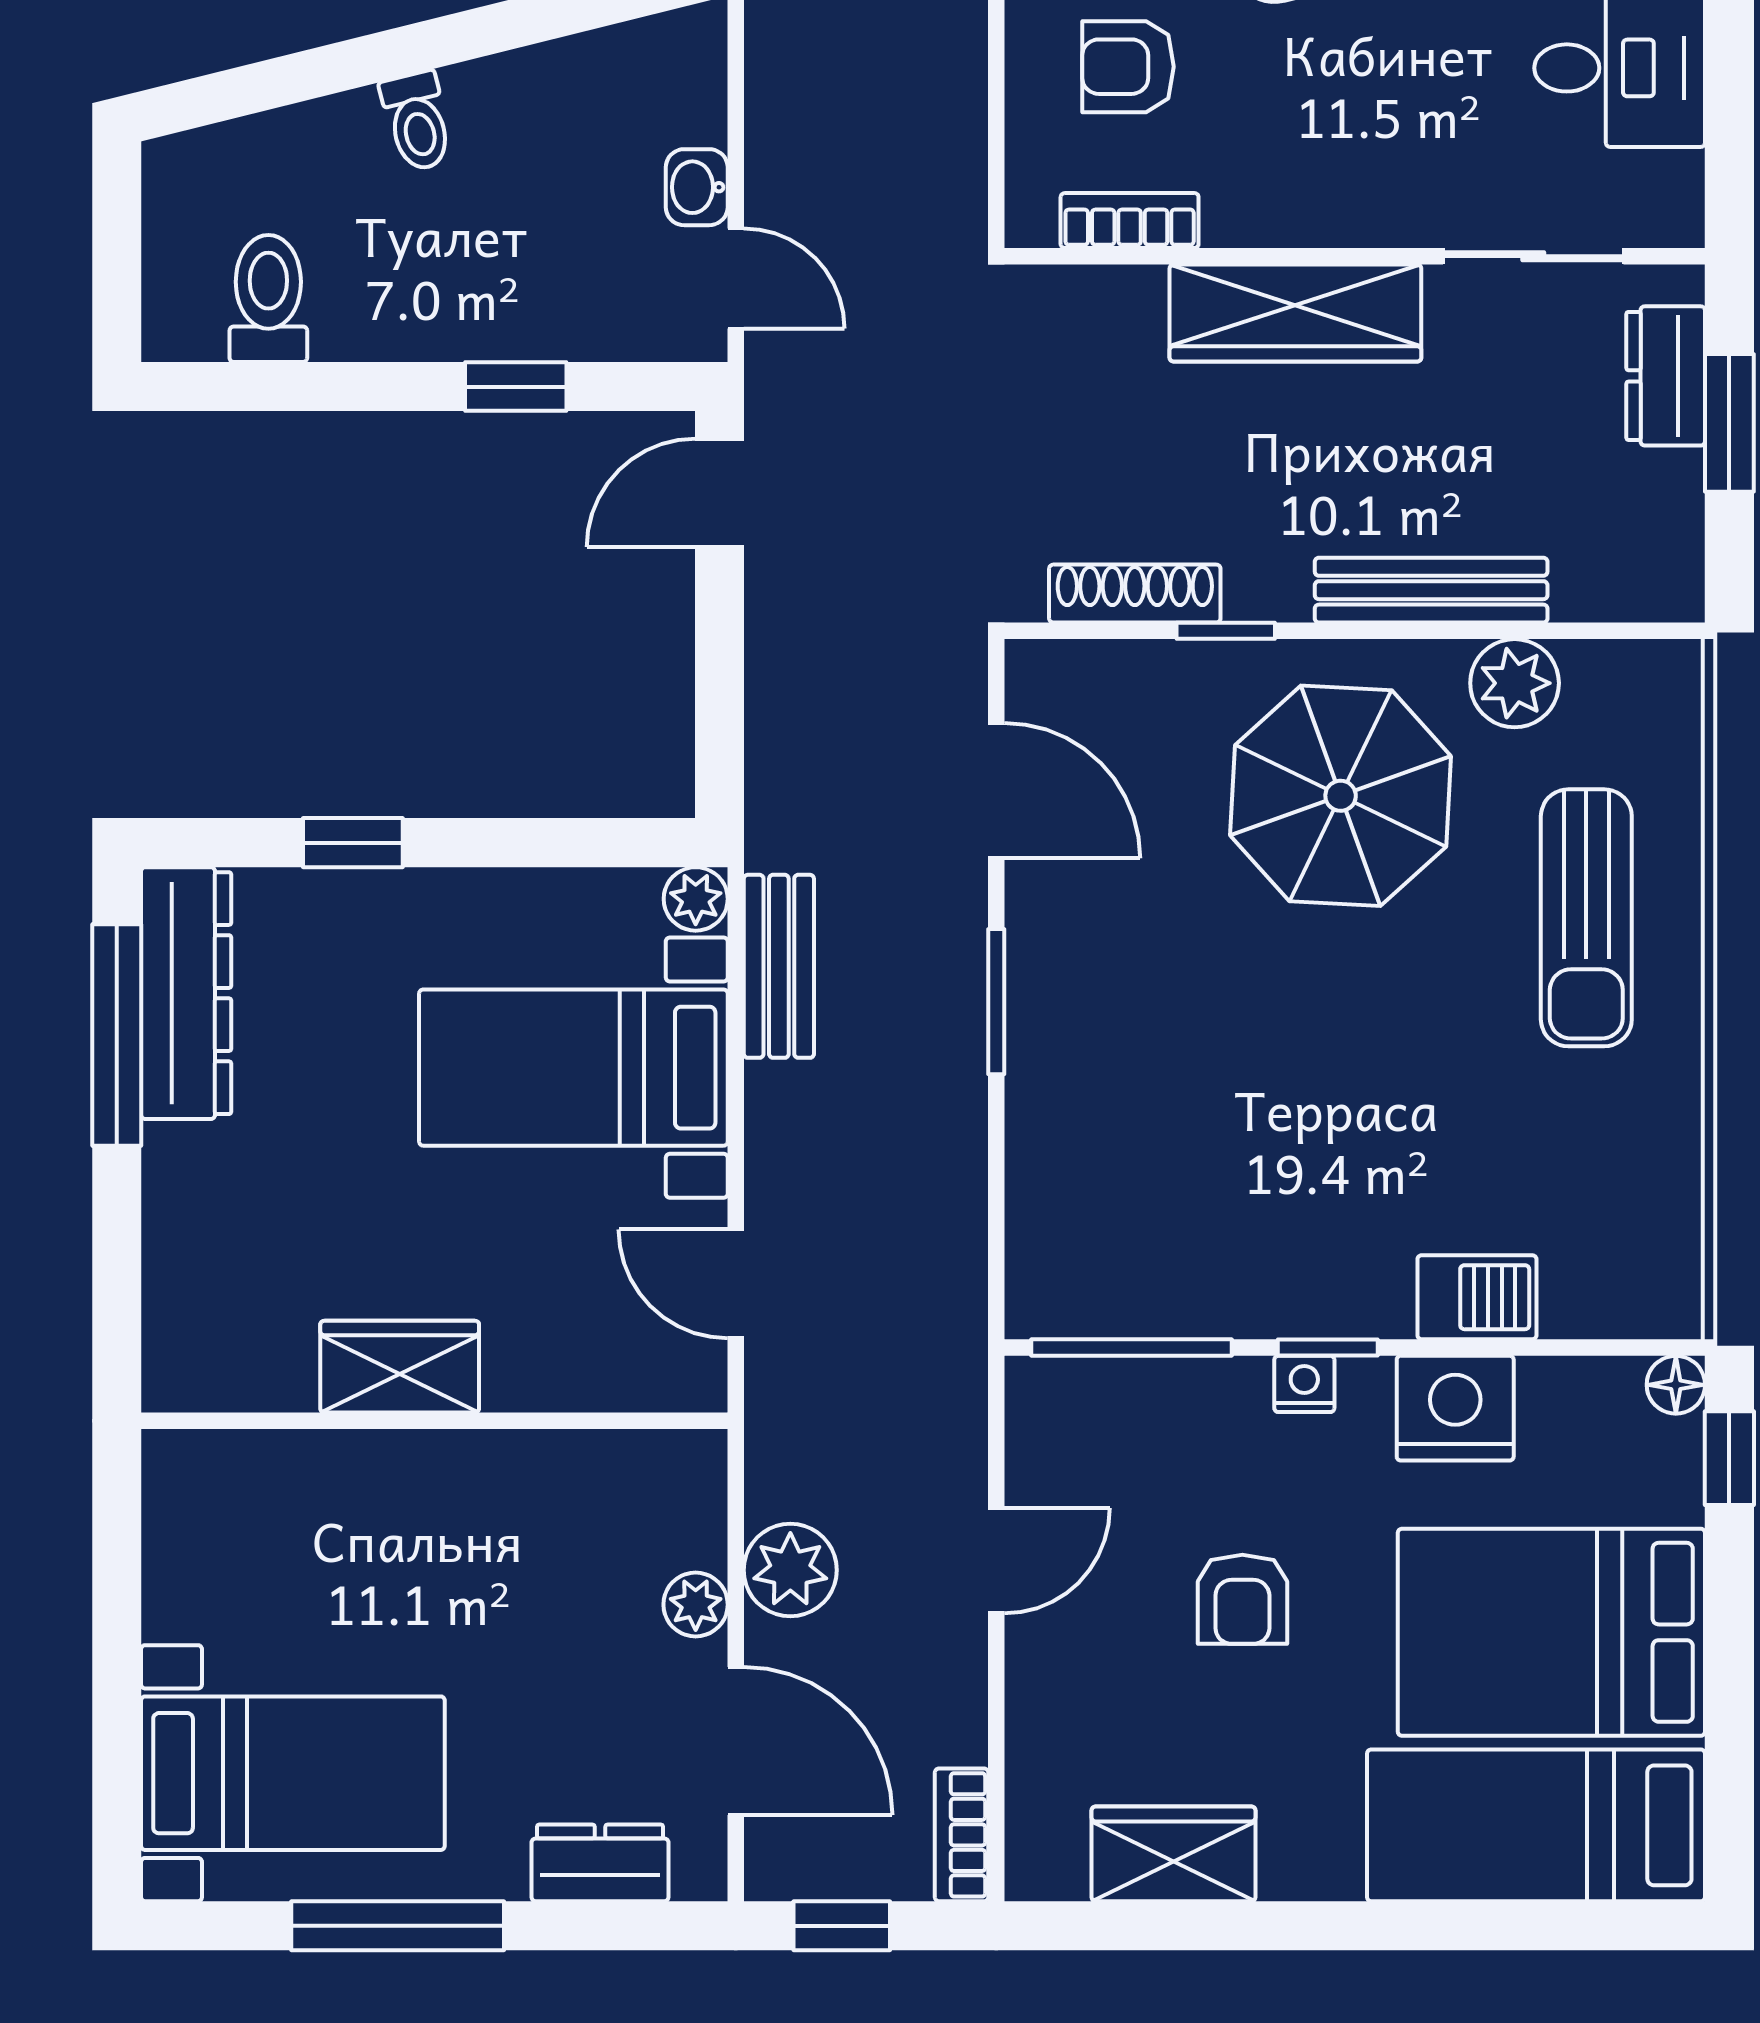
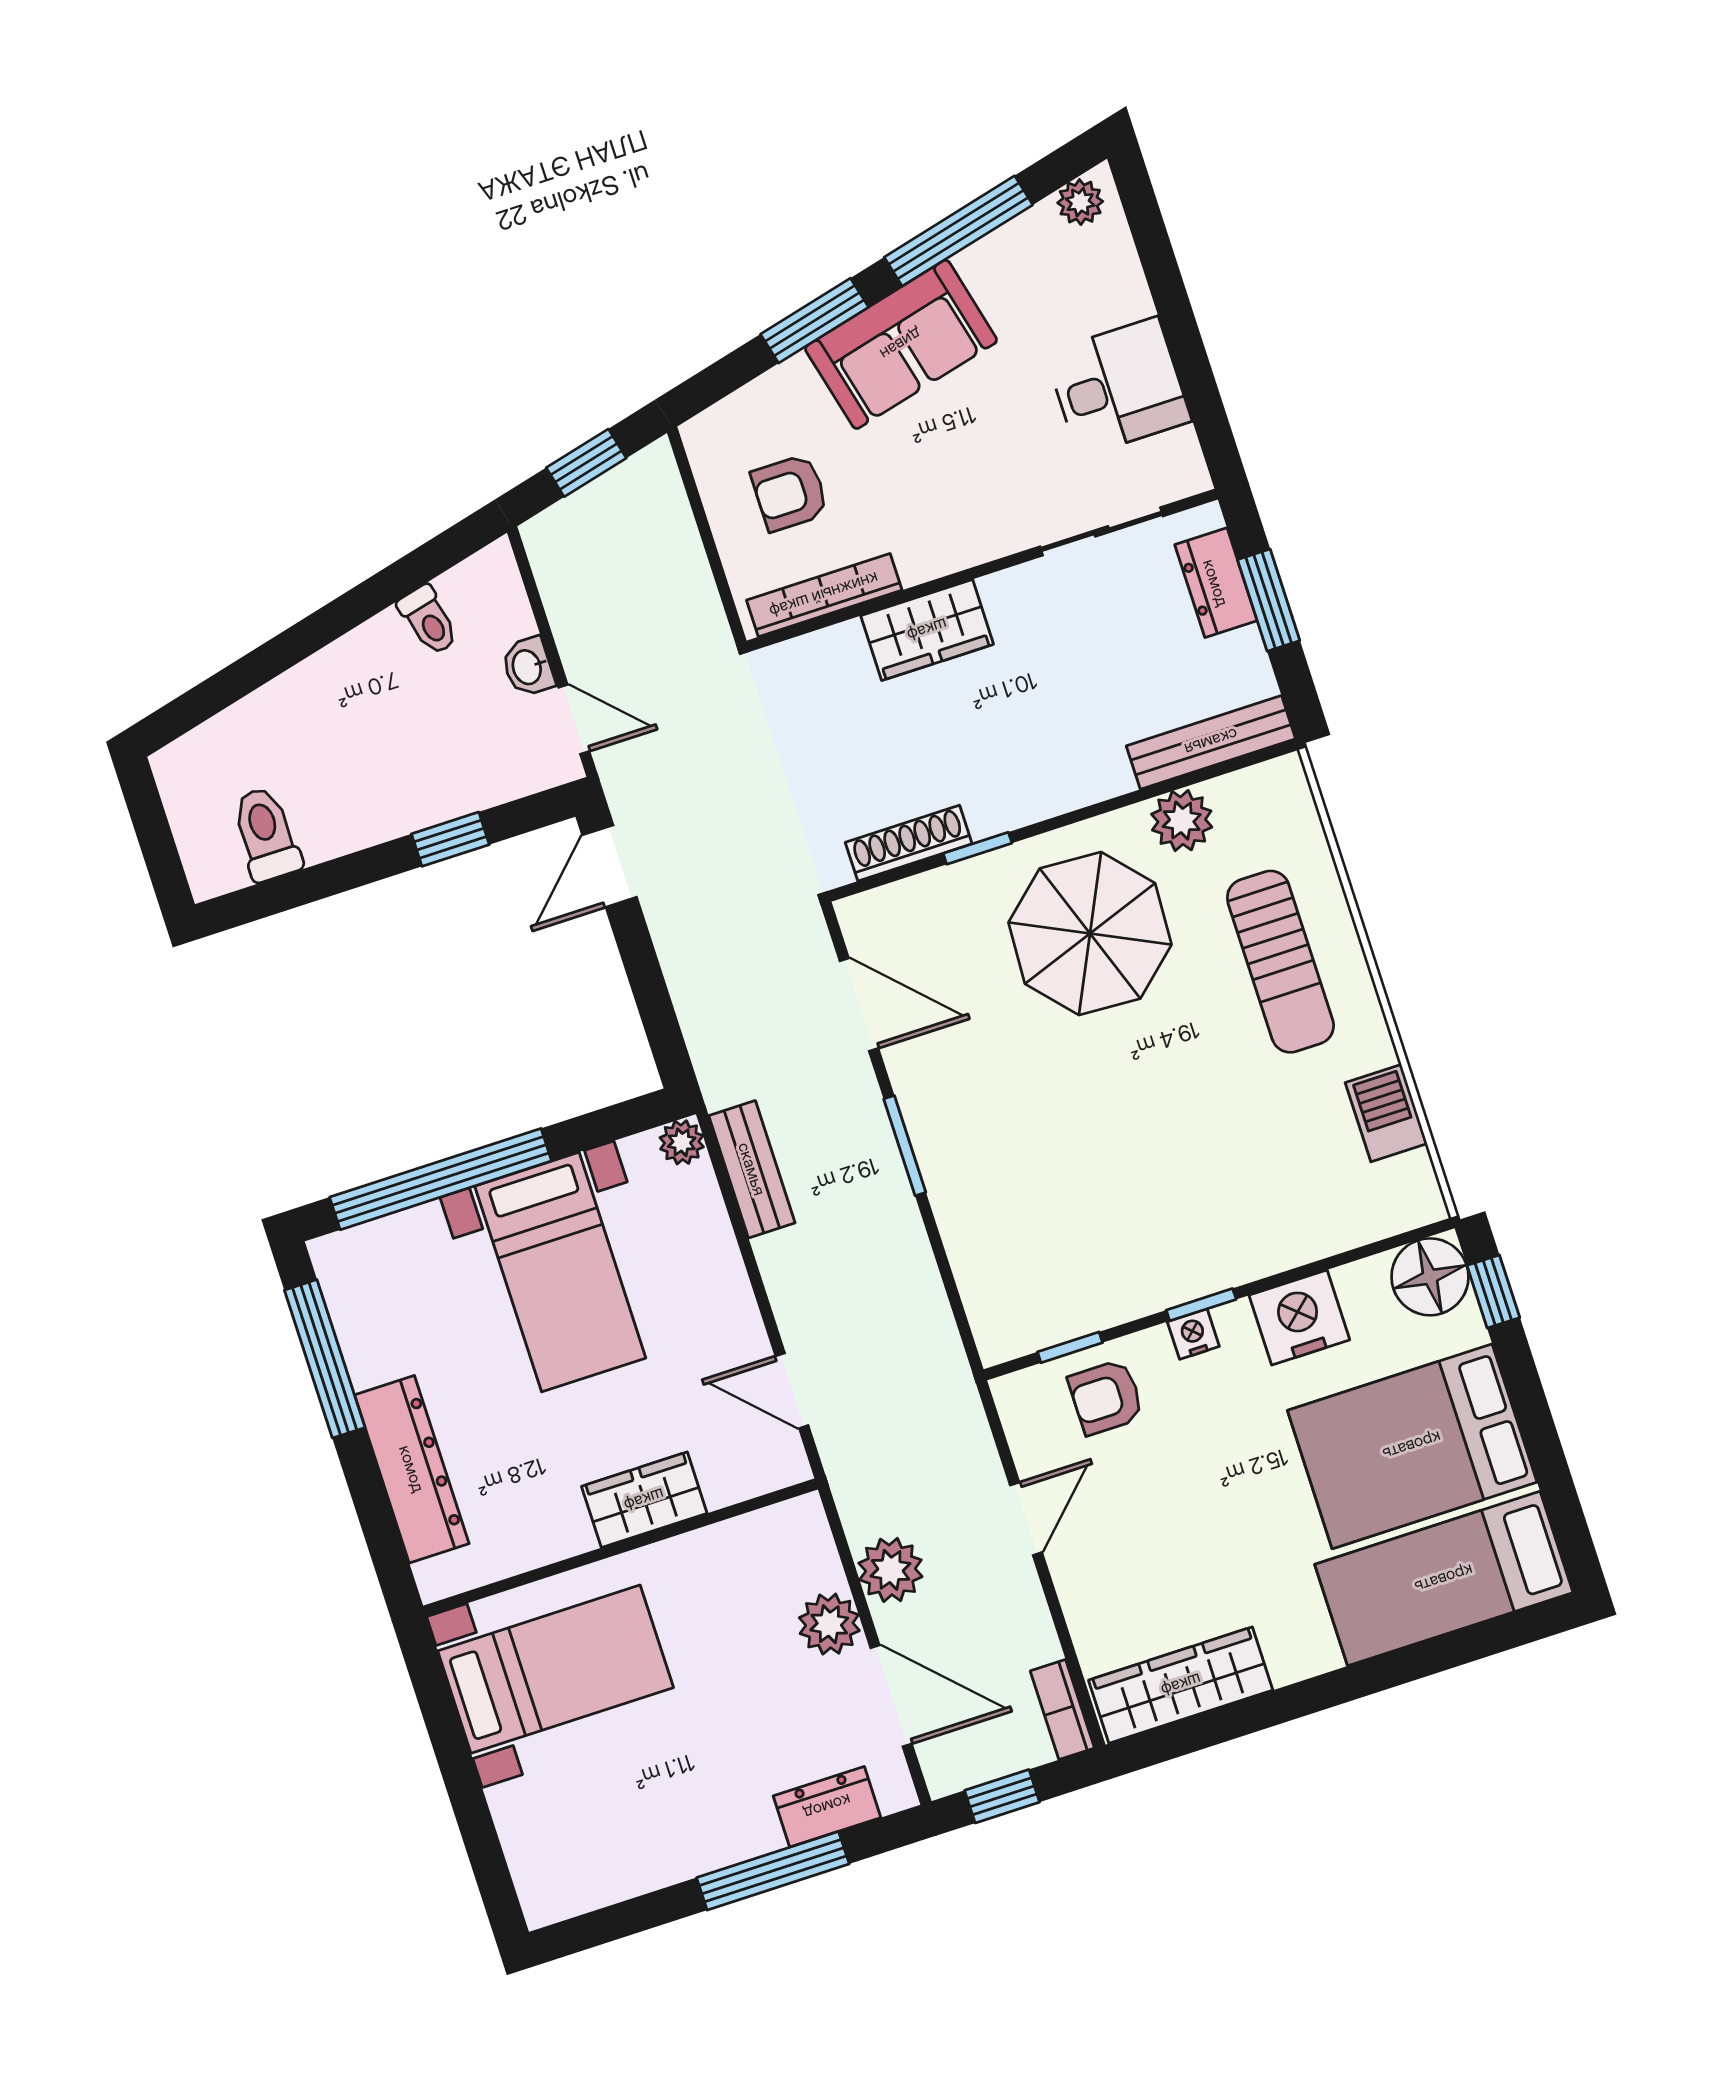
toilet: (417, 121) -> (429, 620), moved
bookcase: (1130, 221) -> (824, 595), width x1.56
wardrobe: (1295, 313) -> (927, 630), width x0.67
bench: (1431, 590) -> (1211, 742), moved
window: (353, 843) -> (441, 1179), width x3.17
dresser: (186, 993) -> (412, 1469), moved
bed with nightstands: (573, 1068) -> (560, 1272), moved, turned -90
barbecue: (1477, 1297) -> (1386, 1113), moved, turned -90
window: (1131, 1348) -> (1070, 1347), width x0.46
wardrobe: (400, 1367) -> (644, 1500), moved
floor lamp: (1676, 1385) -> (1430, 1277), width x1.89, depth x1.89
armchair: (1242, 1599) -> (1106, 1397), moved, turned 90
plant: (696, 1605) -> (829, 1624), width x1.38, depth x1.38
bed with nightstands: (293, 1773) -> (556, 1669), moved
wardrobe: (1174, 1854) -> (1181, 1685), width x1.50
window: (398, 1926) -> (773, 1871), moved

